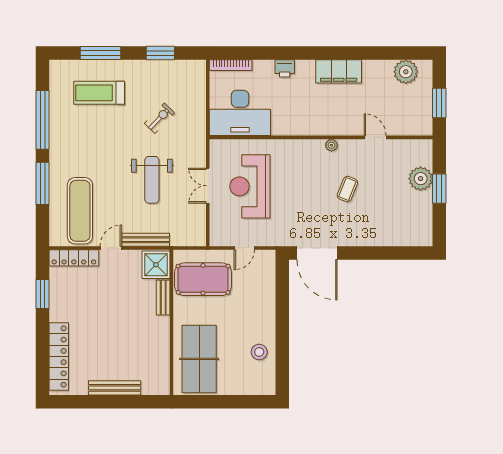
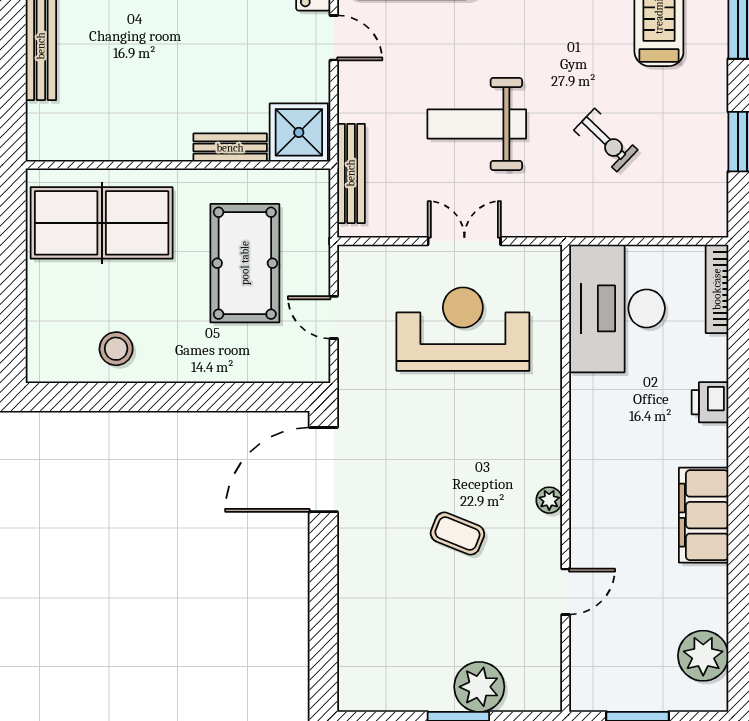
bench: (146, 240) -> (351, 173), moved
pool table: (203, 279) -> (245, 263), moved

